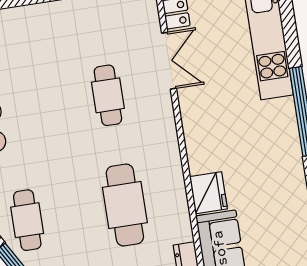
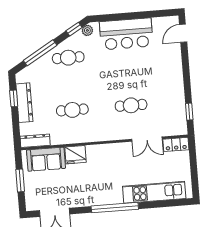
cafe table: (125, 205) -> (72, 110), width x0.73, depth x0.74

